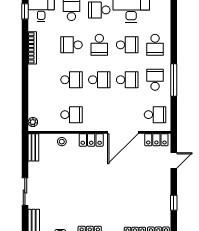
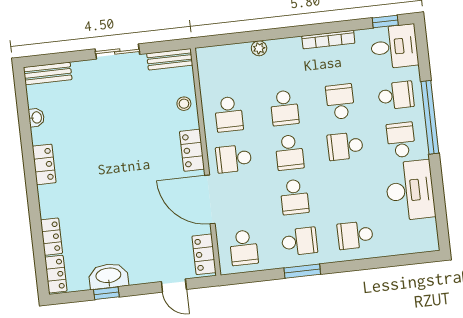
school desk: (127, 45) -> (234, 159), moved, turned 90
window: (174, 80) -> (302, 271), width x0.69
plant: (33, 122) -> (259, 48), moved
sliding door: (25, 191) -> (117, 52), moved
washbasin: (163, 200) -> (108, 276), added

